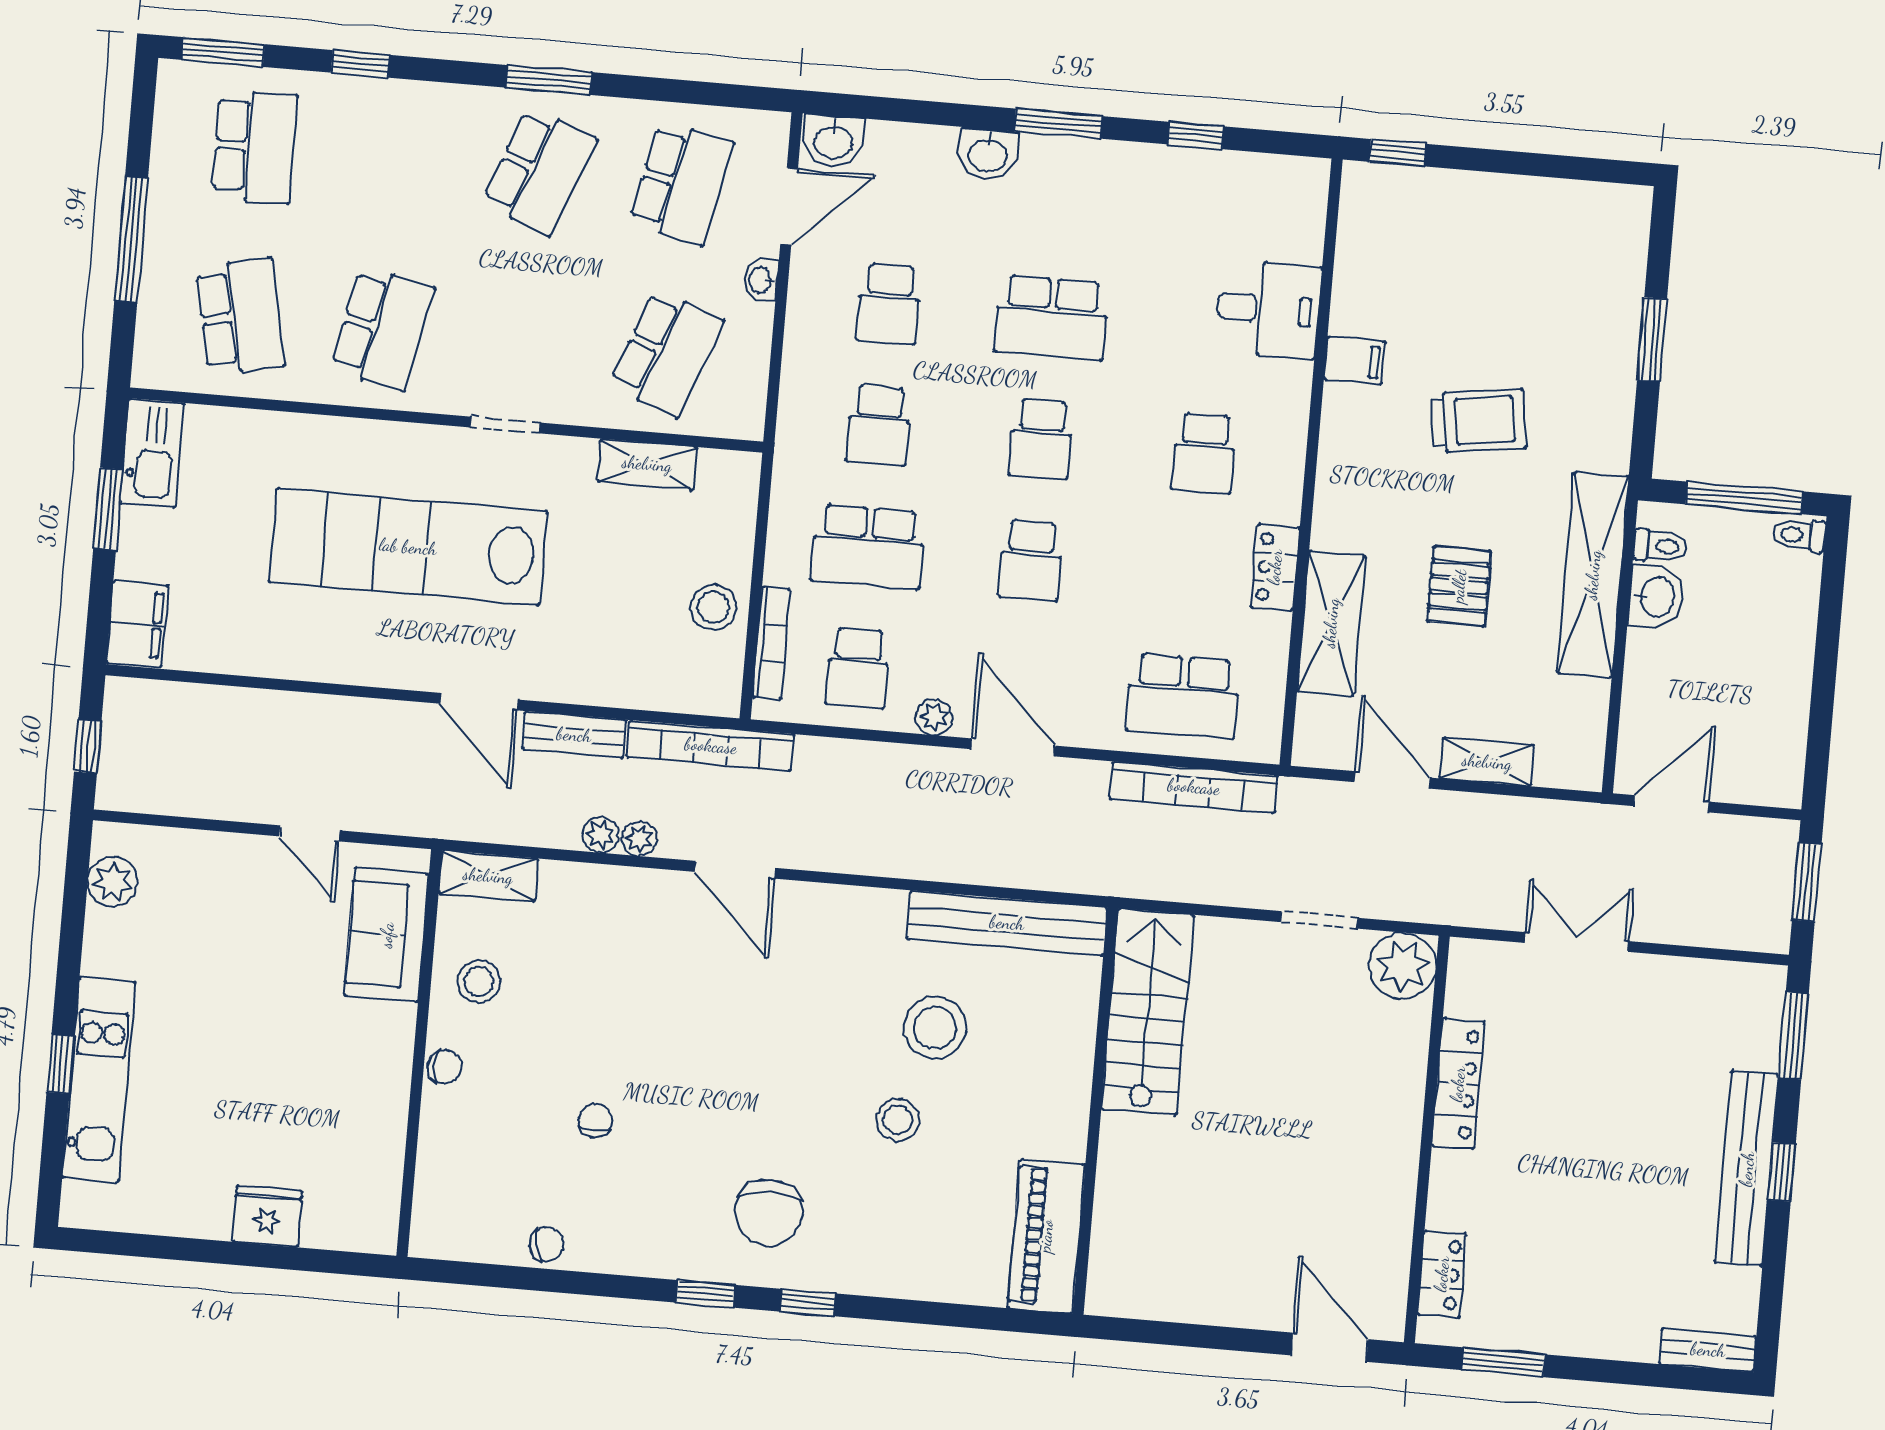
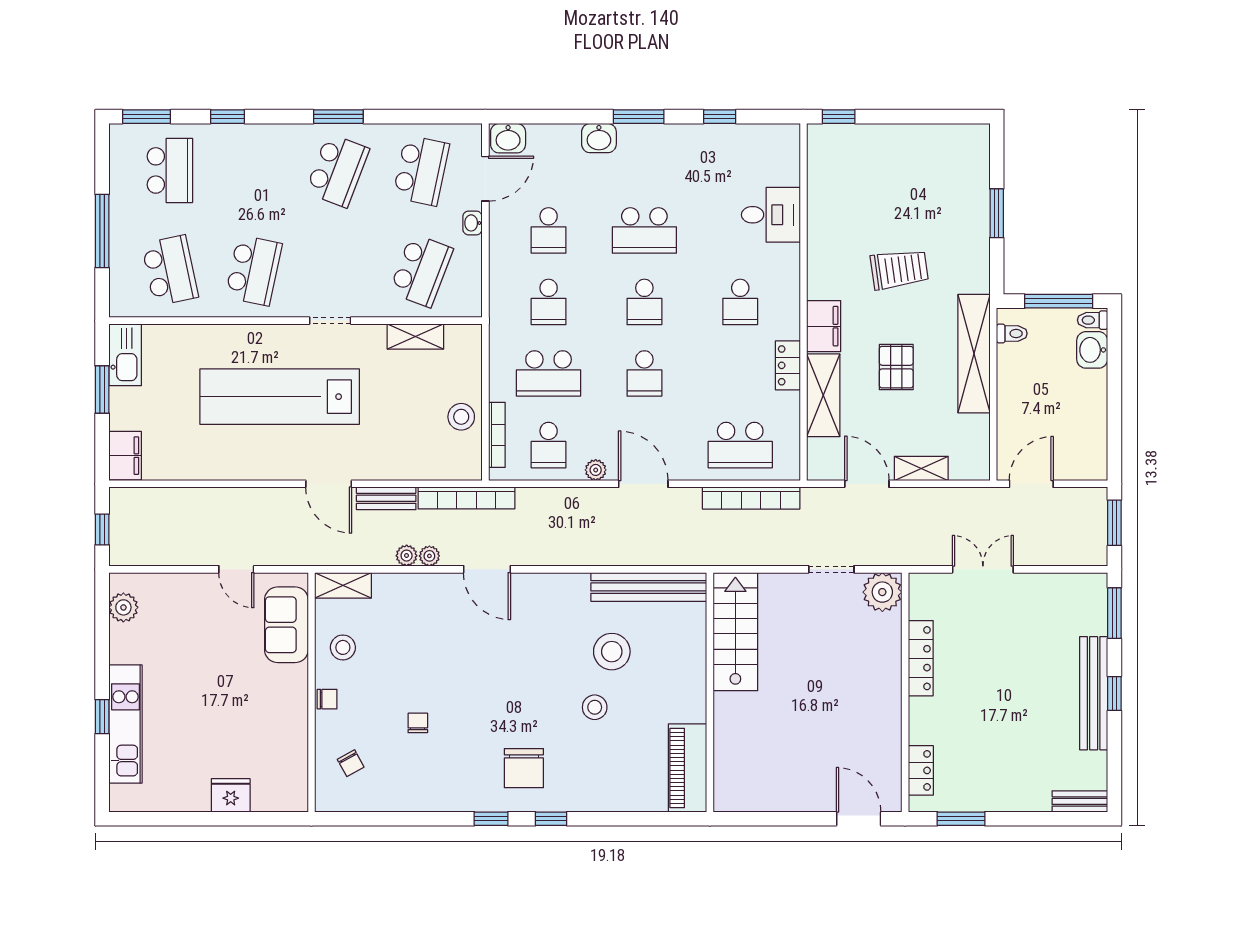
filing cabinet: (1354, 360) -> (824, 326), moved, width x2.00
washbasin: (1656, 597) -> (1092, 350), moved, turned 180
chair: (547, 1244) -> (351, 763), moved, turned 73

